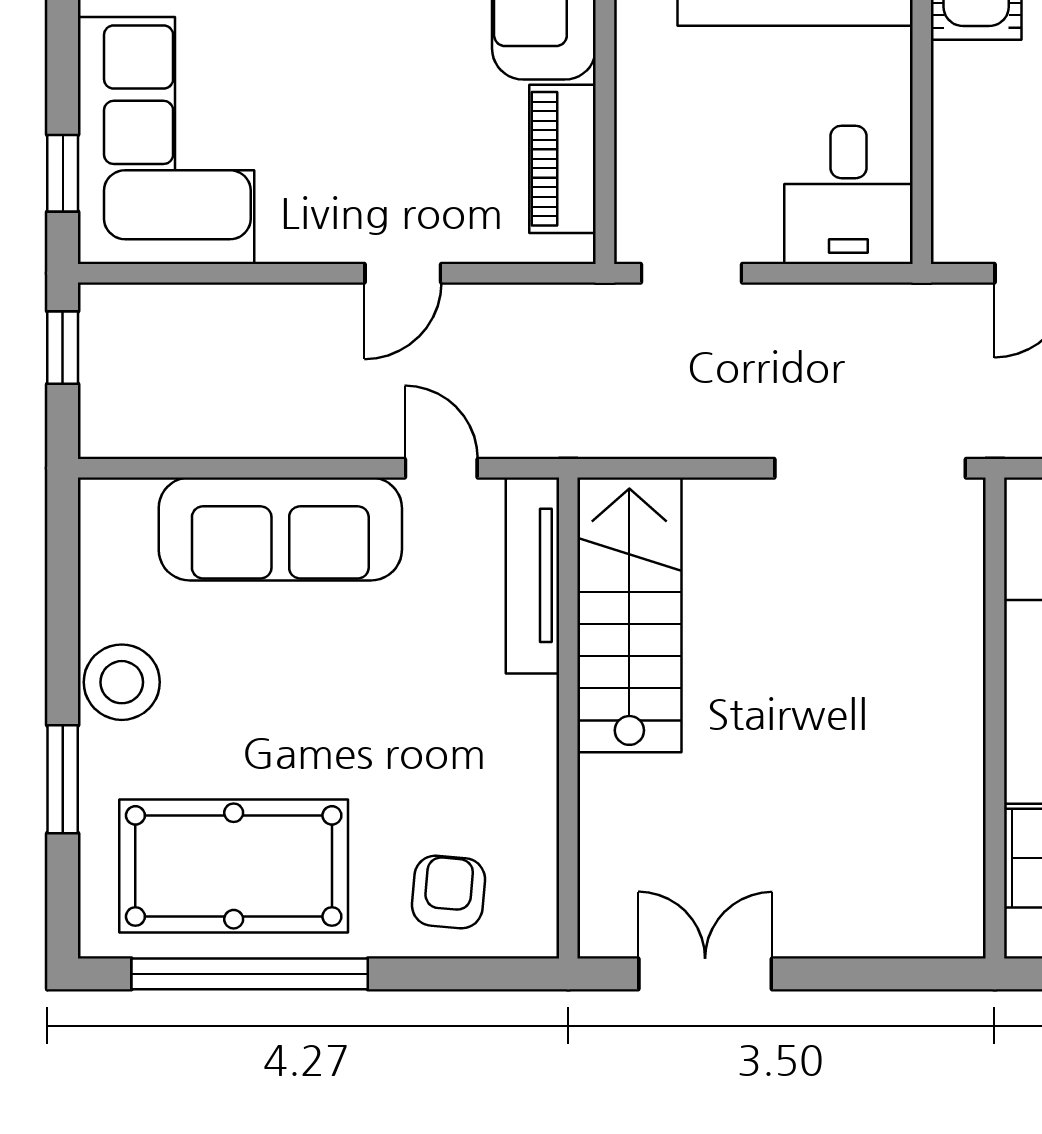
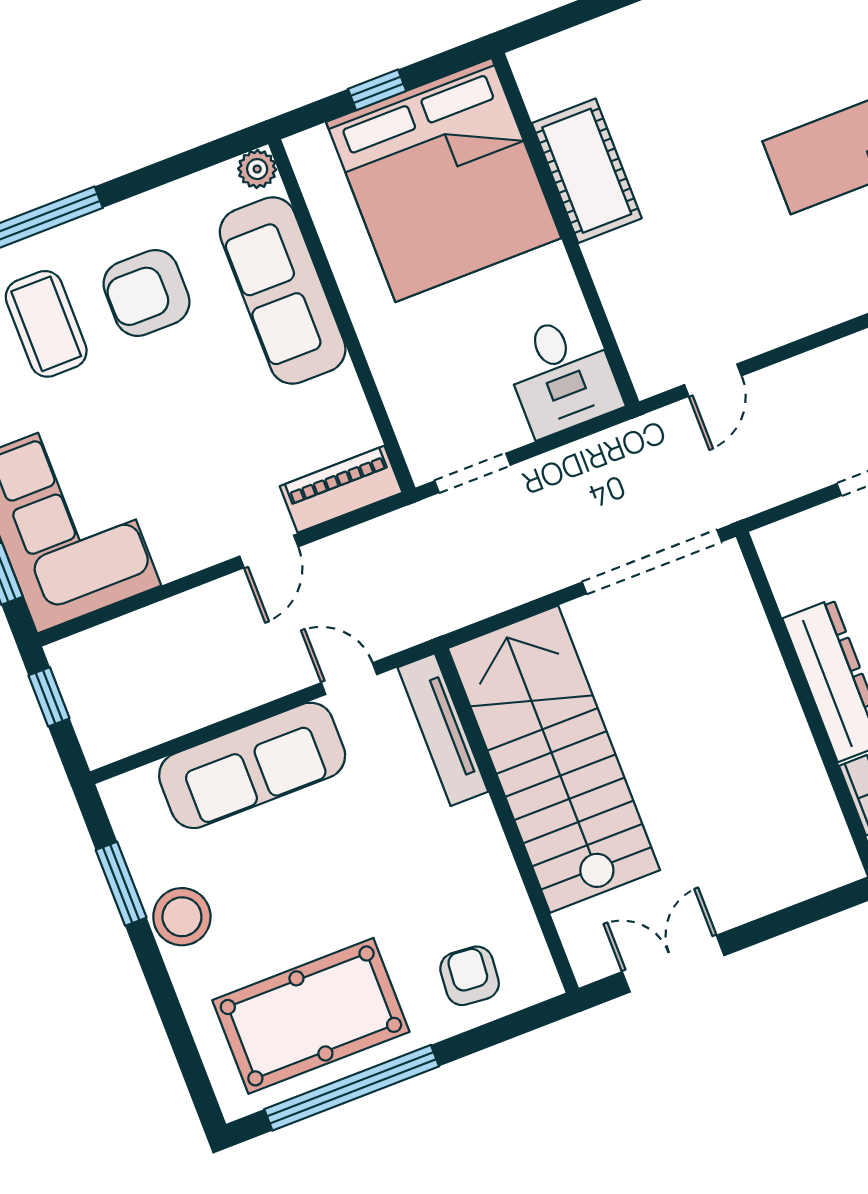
piano: (563, 159) -> (341, 489), moved, turned 90
stairs: (629, 615) -> (554, 759), width x1.36, depth x1.51
window: (63, 779) -> (121, 884), moved

